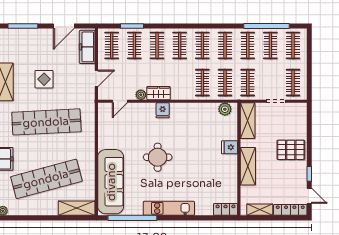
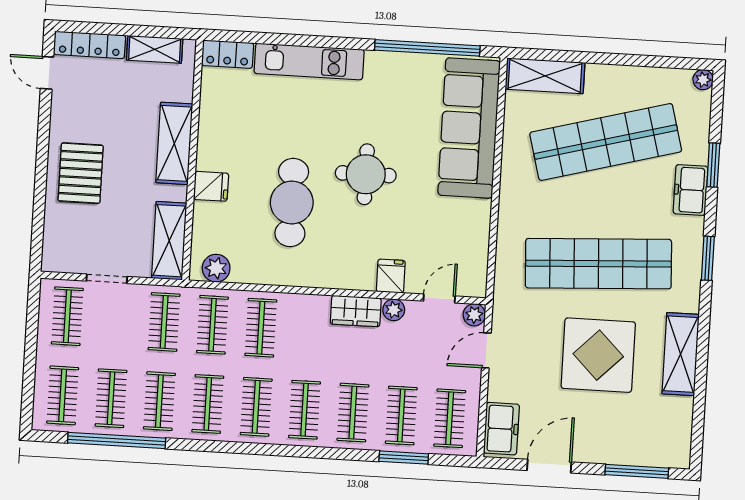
freezer: (87, 47) -> (501, 429), width x0.71
display table: (44, 79) -> (598, 355), width x1.86, depth x1.86
plant: (103, 95) -> (474, 315), added
fridge: (163, 110) -> (391, 276), moved
cafe table: (191, 142) -> (292, 203), added
pallet: (291, 150) -> (81, 173), turned 90
window: (309, 174) -> (44, 119), removed
kitchen unit: (169, 208) -> (309, 61), moved

